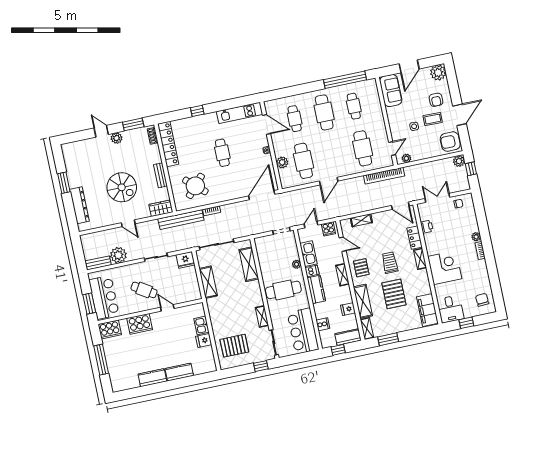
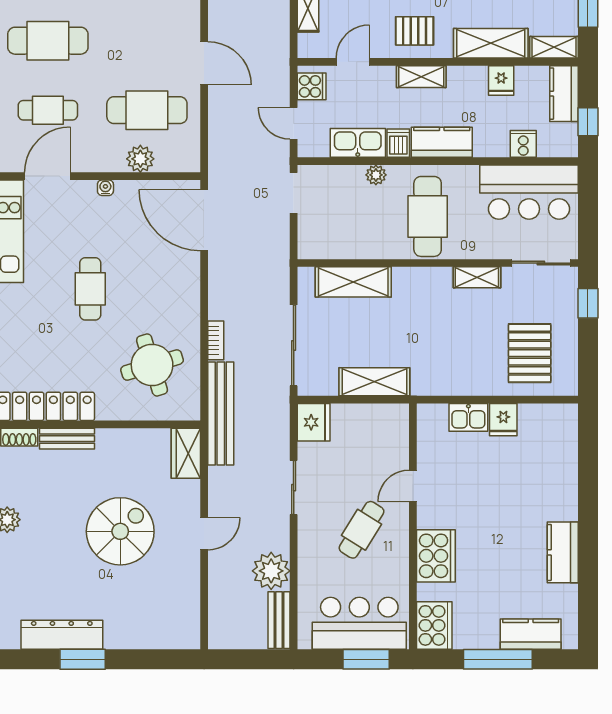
cafe table: (222, 153) -> (90, 289), turned 90
bench: (160, 175) -> (67, 439), moved
round table: (195, 186) -> (152, 365), turned 31
dresser: (79, 205) -> (62, 635), moved
kitchen counter: (179, 372) -> (531, 634), moved, turned 90

